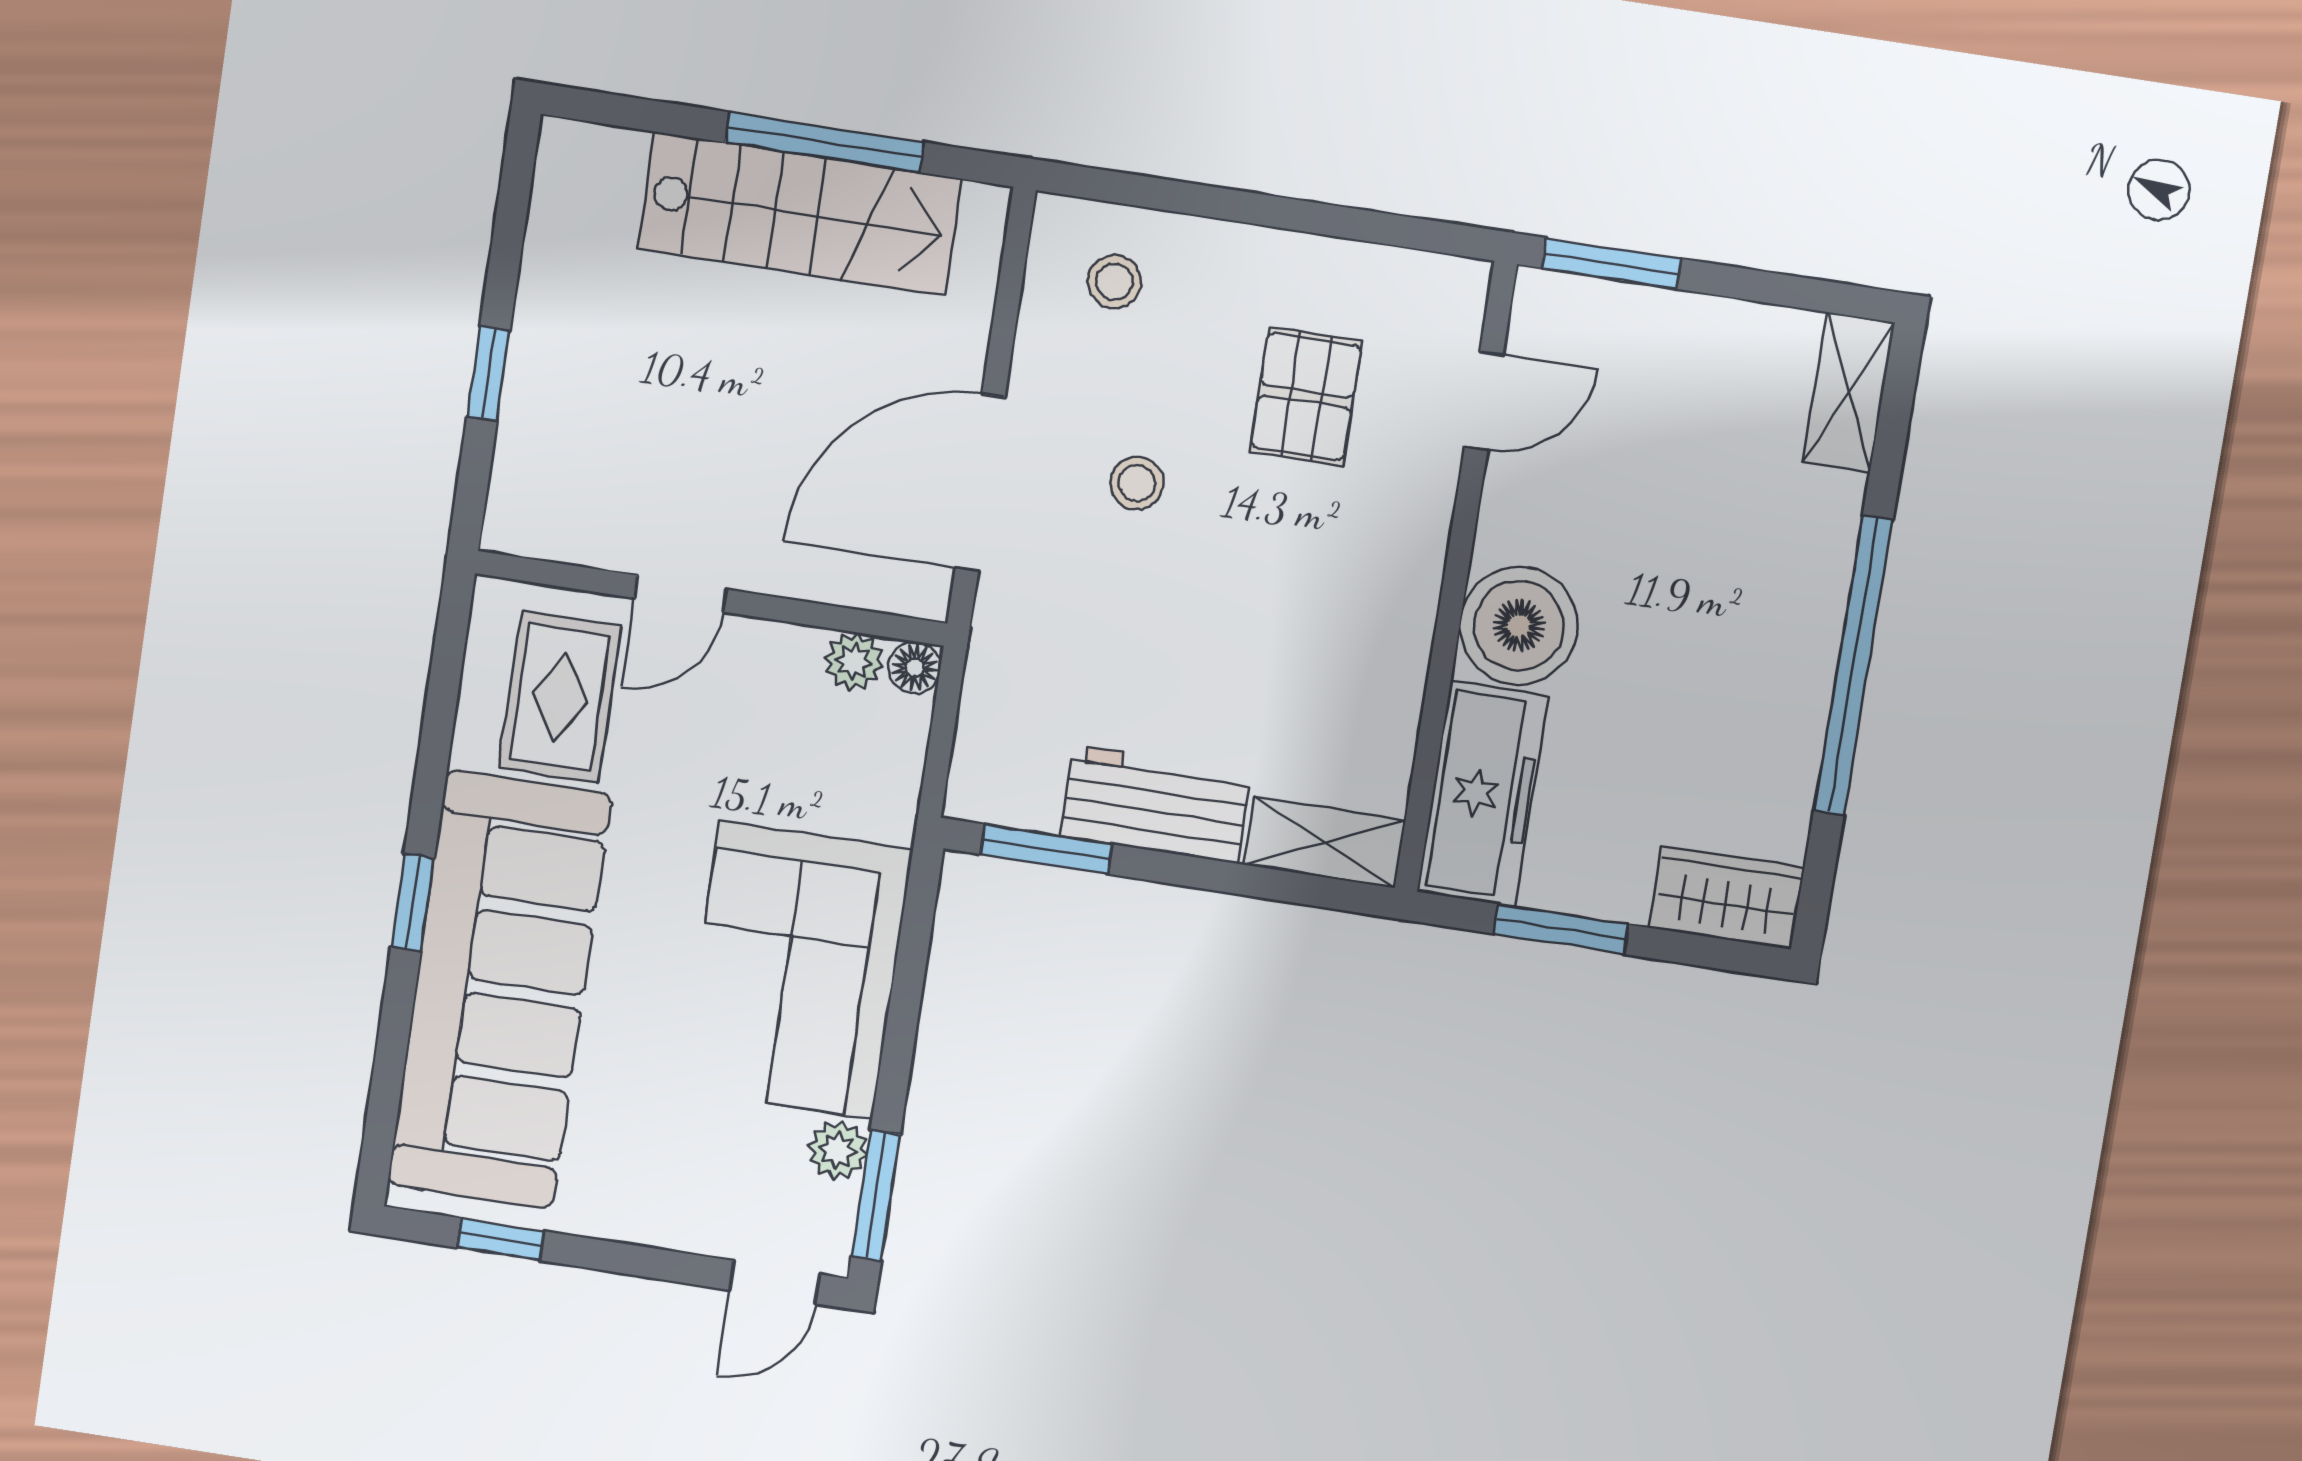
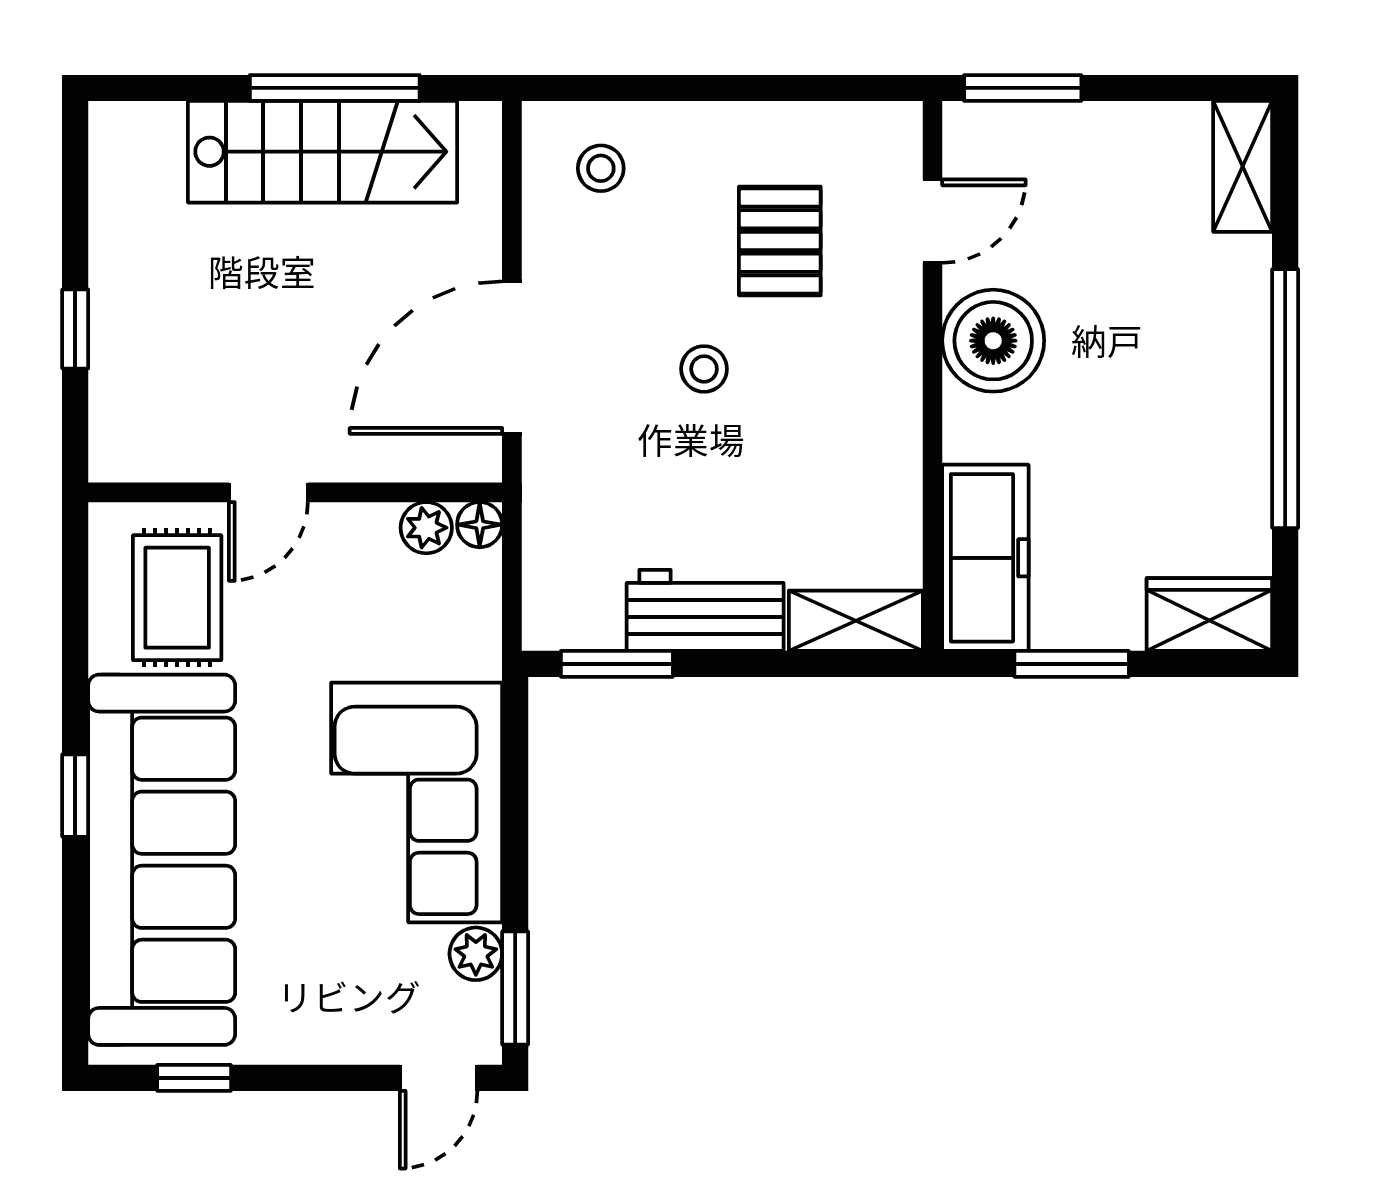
stool: (1137, 483) -> (704, 369), moved
boiler: (1519, 626) -> (993, 341), moved

